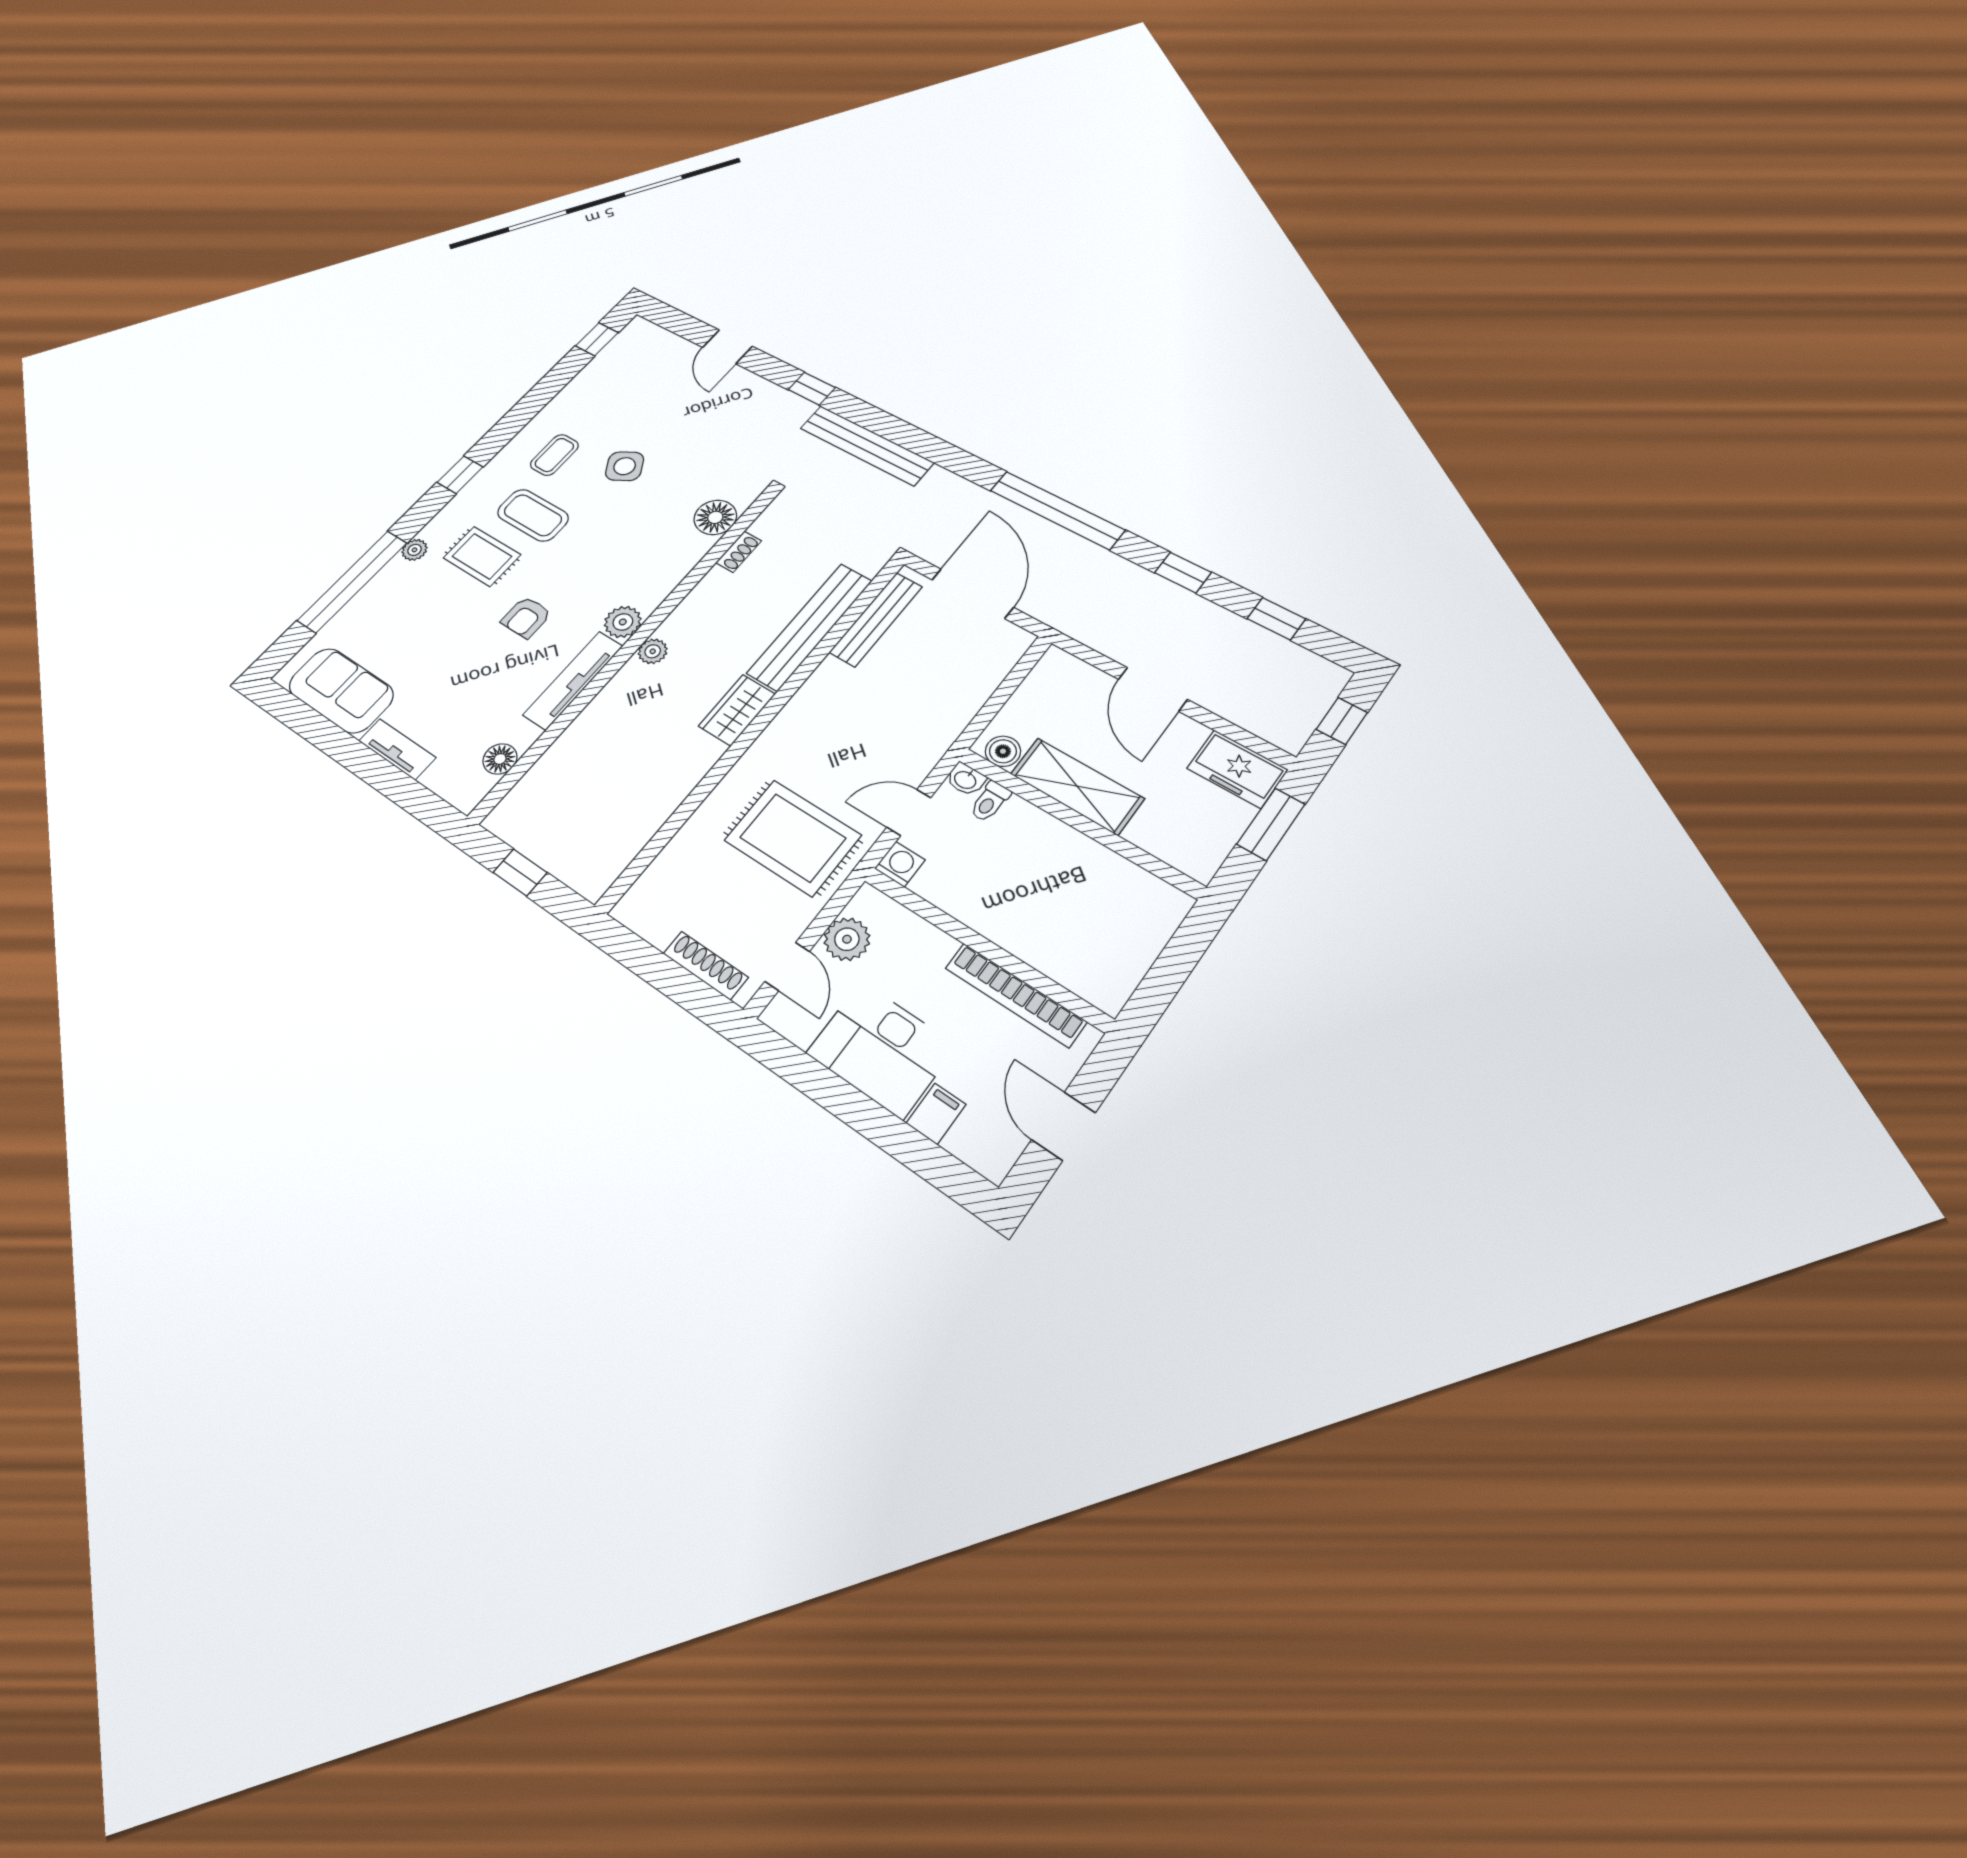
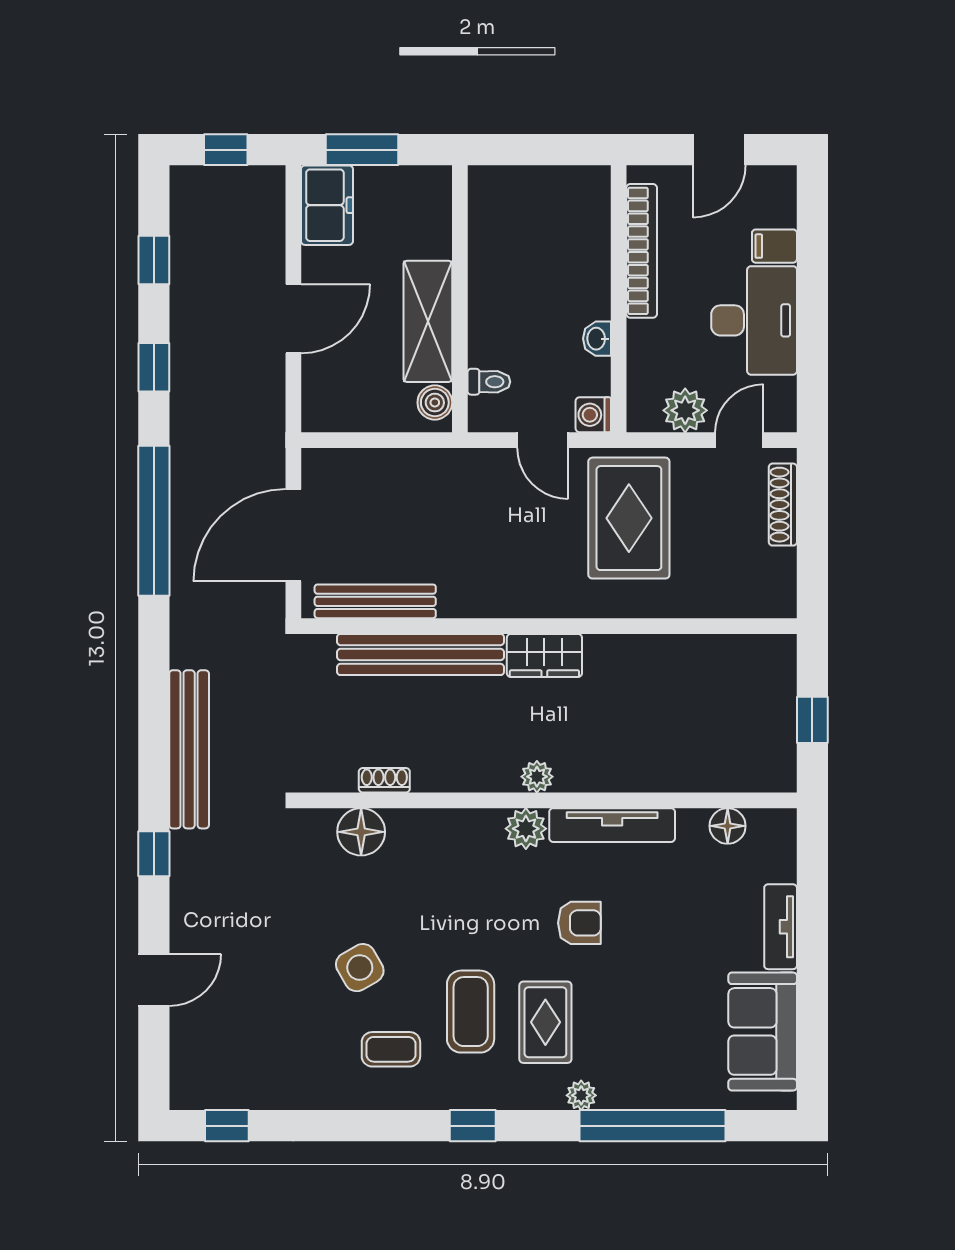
washbasin: (966, 779) -> (597, 339), moved, turned 180

